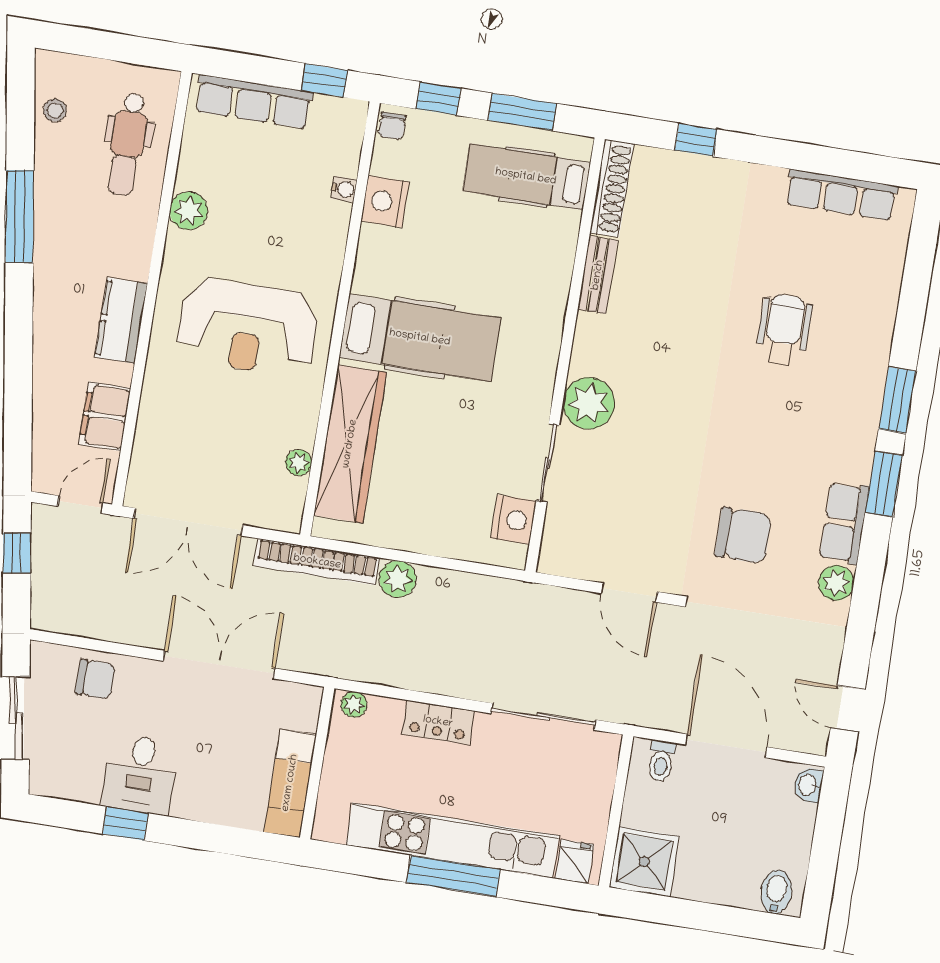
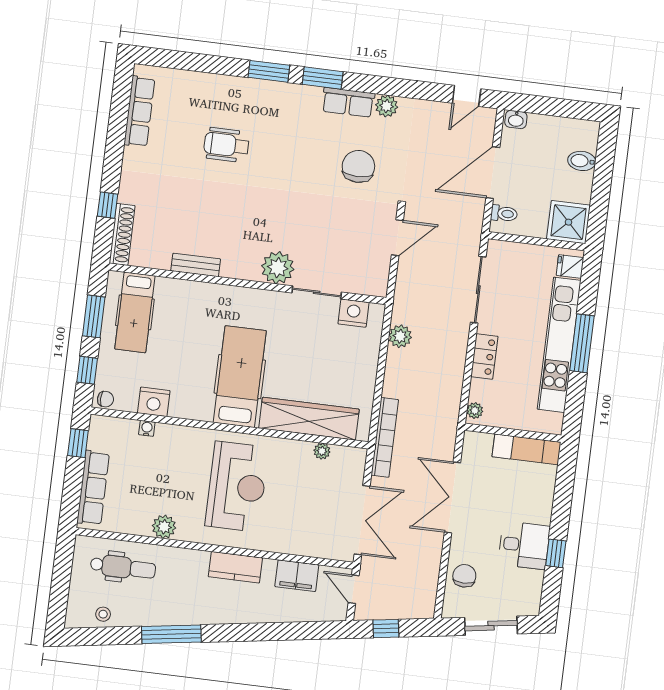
shoe rack: (612, 188) -> (122, 234), moved, turned 90
plant: (398, 579) -> (400, 336), moved
bidet: (776, 892) -> (582, 161), moved

